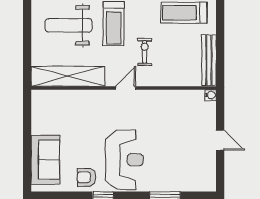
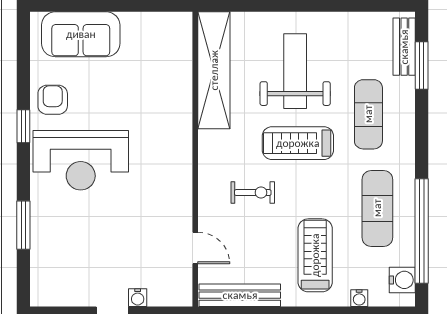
door: (126, 88) -> (195, 248), moved
water cooler: (210, 95) -> (138, 298), moved

